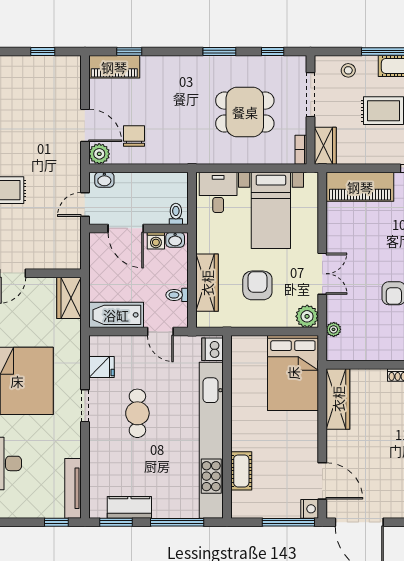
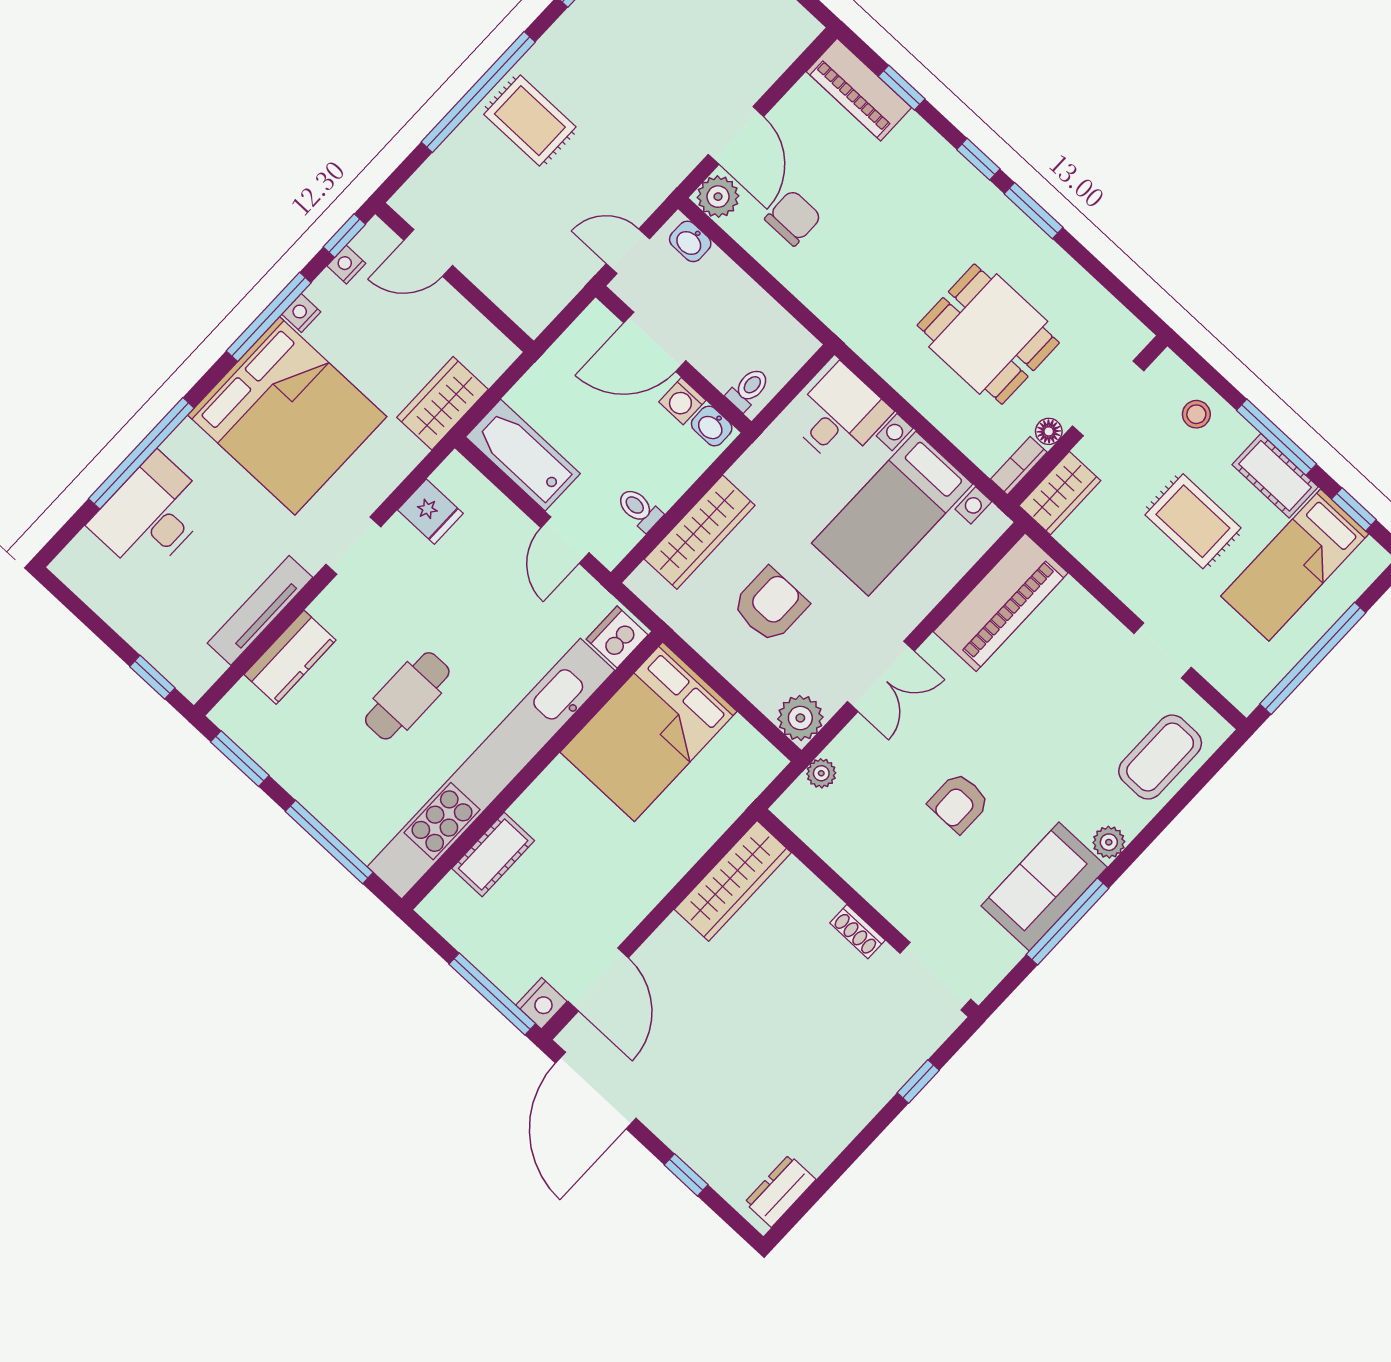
window: (273, 51) -> (978, 159), moved
floor lamp: (300, 127) -> (1049, 431), added
piano: (360, 187) -> (1001, 602), moved, turned -90
door: (126, 228) -> (655, 342), hinge flipped
wardrobe: (69, 298) -> (442, 403), moved
bed: (293, 373) -> (649, 732), moved
cafe table: (137, 413) -> (407, 696), moved
tv unit: (73, 488) -> (260, 610), moved
kitchen counter: (129, 507) -> (290, 657), moved, turned 90

